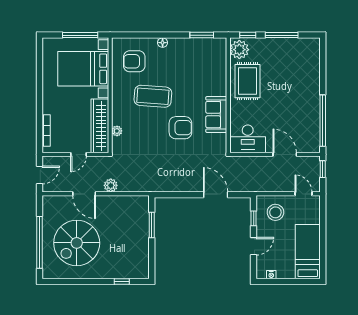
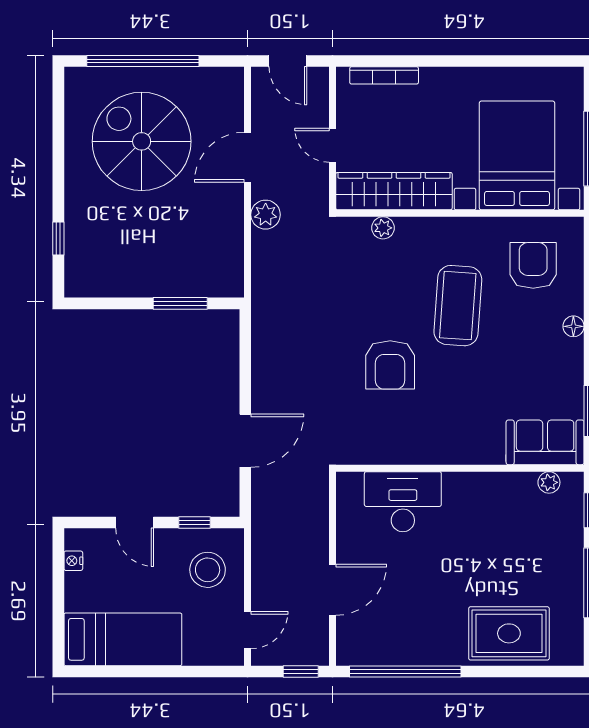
plant: (239, 50) -> (549, 482), width x0.53, depth x0.53
rug: (247, 81) -> (509, 633), moved
sofa: (216, 115) -> (545, 442), moved
desk: (248, 139) -> (403, 502), moved, turned 90

